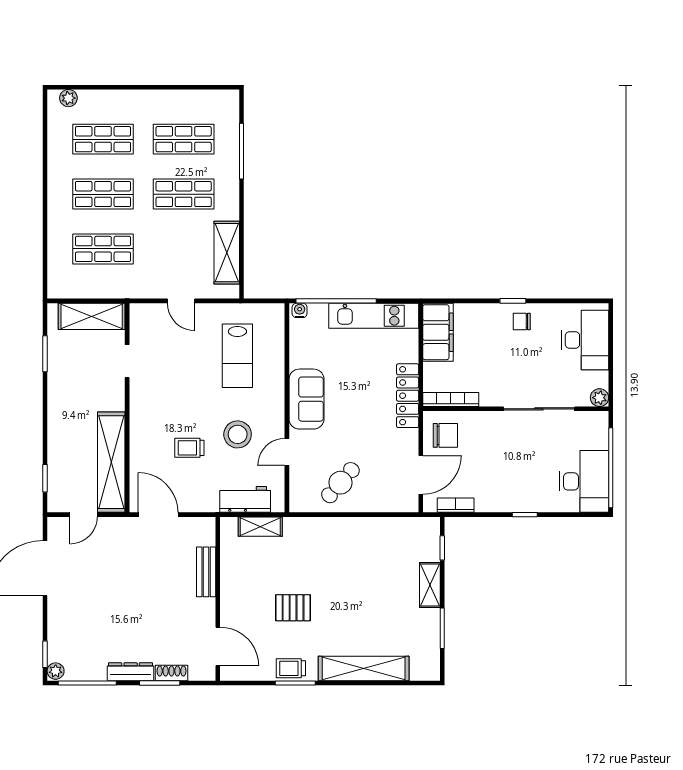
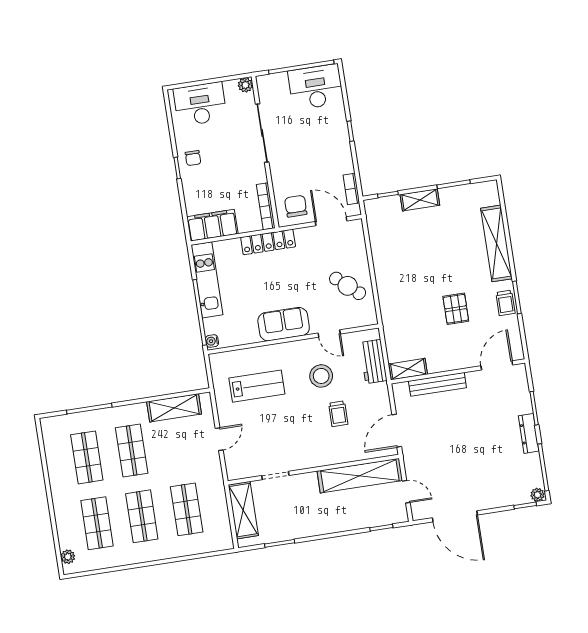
shelving: (260, 527) -> (408, 369), moved, turned 90
bench: (206, 572) -> (437, 384), width x1.36
shoe rack: (172, 673) -> (524, 400), removed

